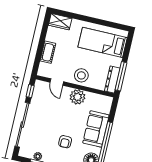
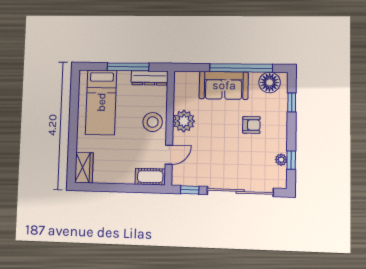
cot: (48, 52) -> (150, 177), moved
window: (121, 76) -> (128, 67), moved

